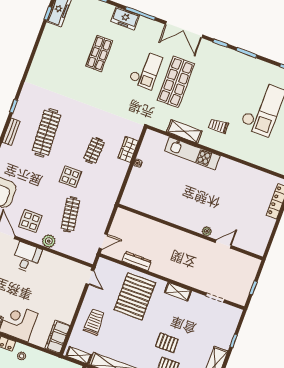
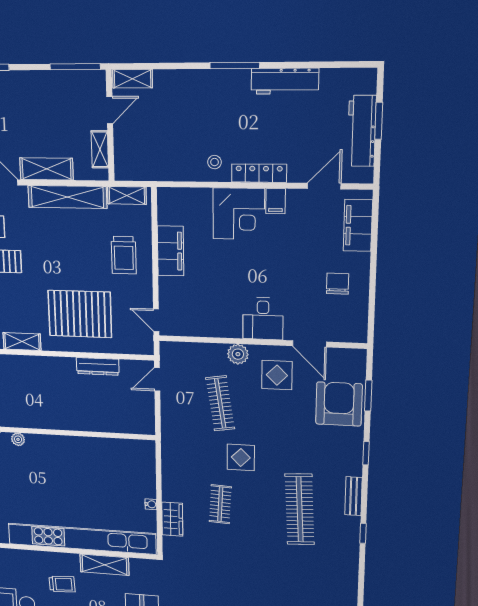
kitchen unit: (192, 153) -> (82, 539), width x1.86
pallet: (135, 296) -> (80, 314), turned 90
filing cabinet: (58, 337) -> (171, 251), moved

